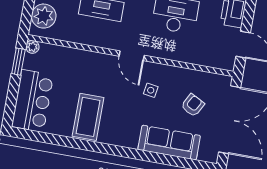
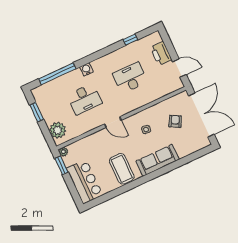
door: (132, 56) -> (113, 122), moved
sofa: (169, 143) -> (157, 160), moved

